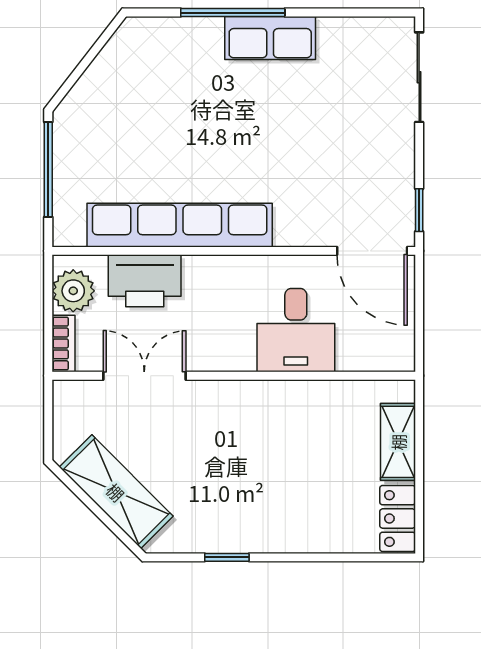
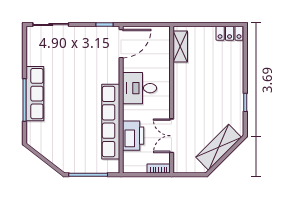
row of seats: (270, 38) -> (35, 94), width x1.48
plant: (73, 291) -> (137, 165), removed
desk: (296, 330) -> (140, 88), moved, turned 180
shelving: (398, 442) -> (180, 46), moved, turned 90

